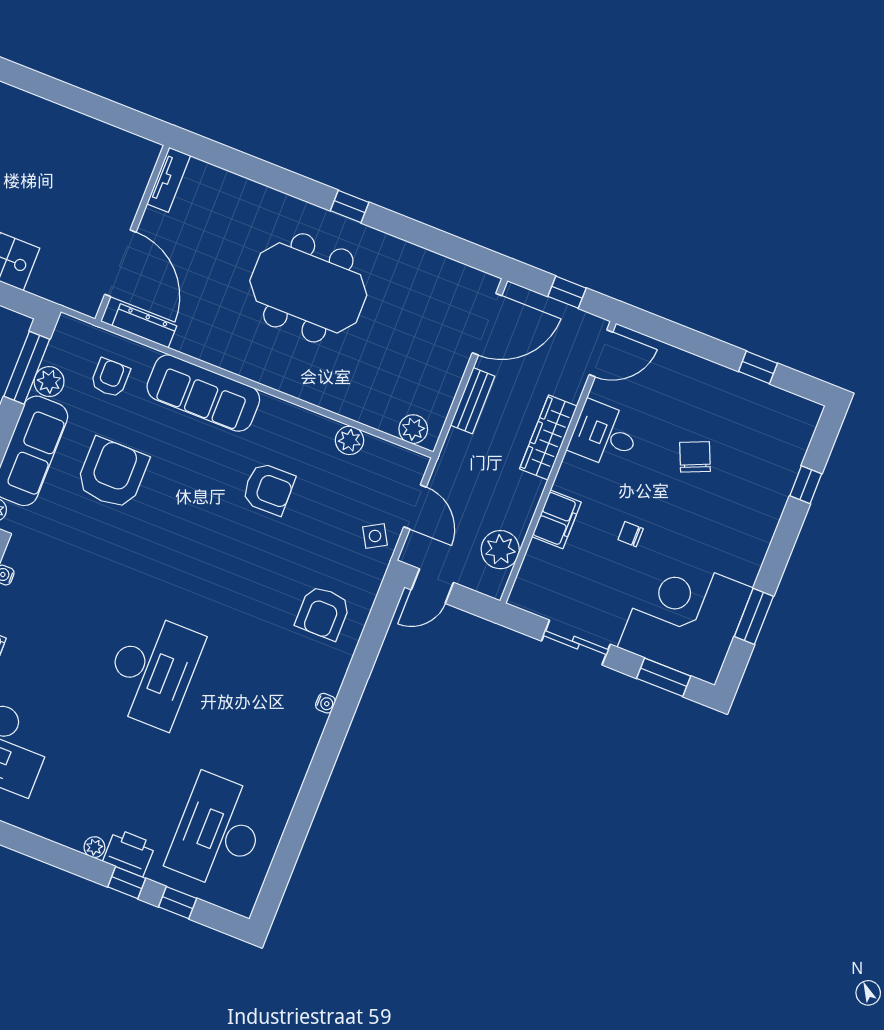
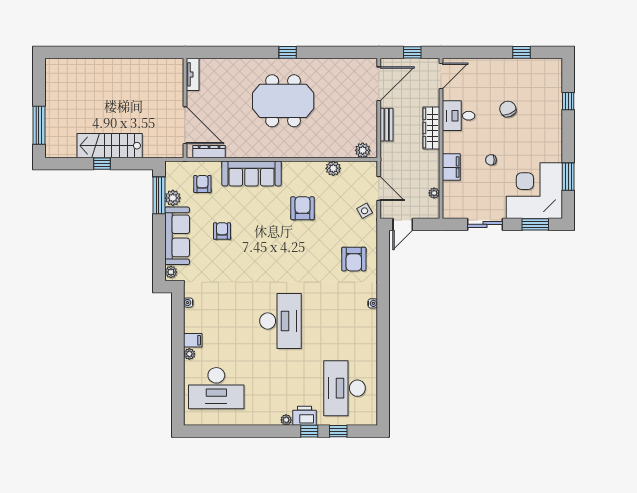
armchair: (112, 473) -> (222, 231), width x0.53, depth x0.53
armchair: (268, 489) -> (303, 208), turned -89
plant: (500, 550) -> (434, 193), width x0.53, depth x0.53

